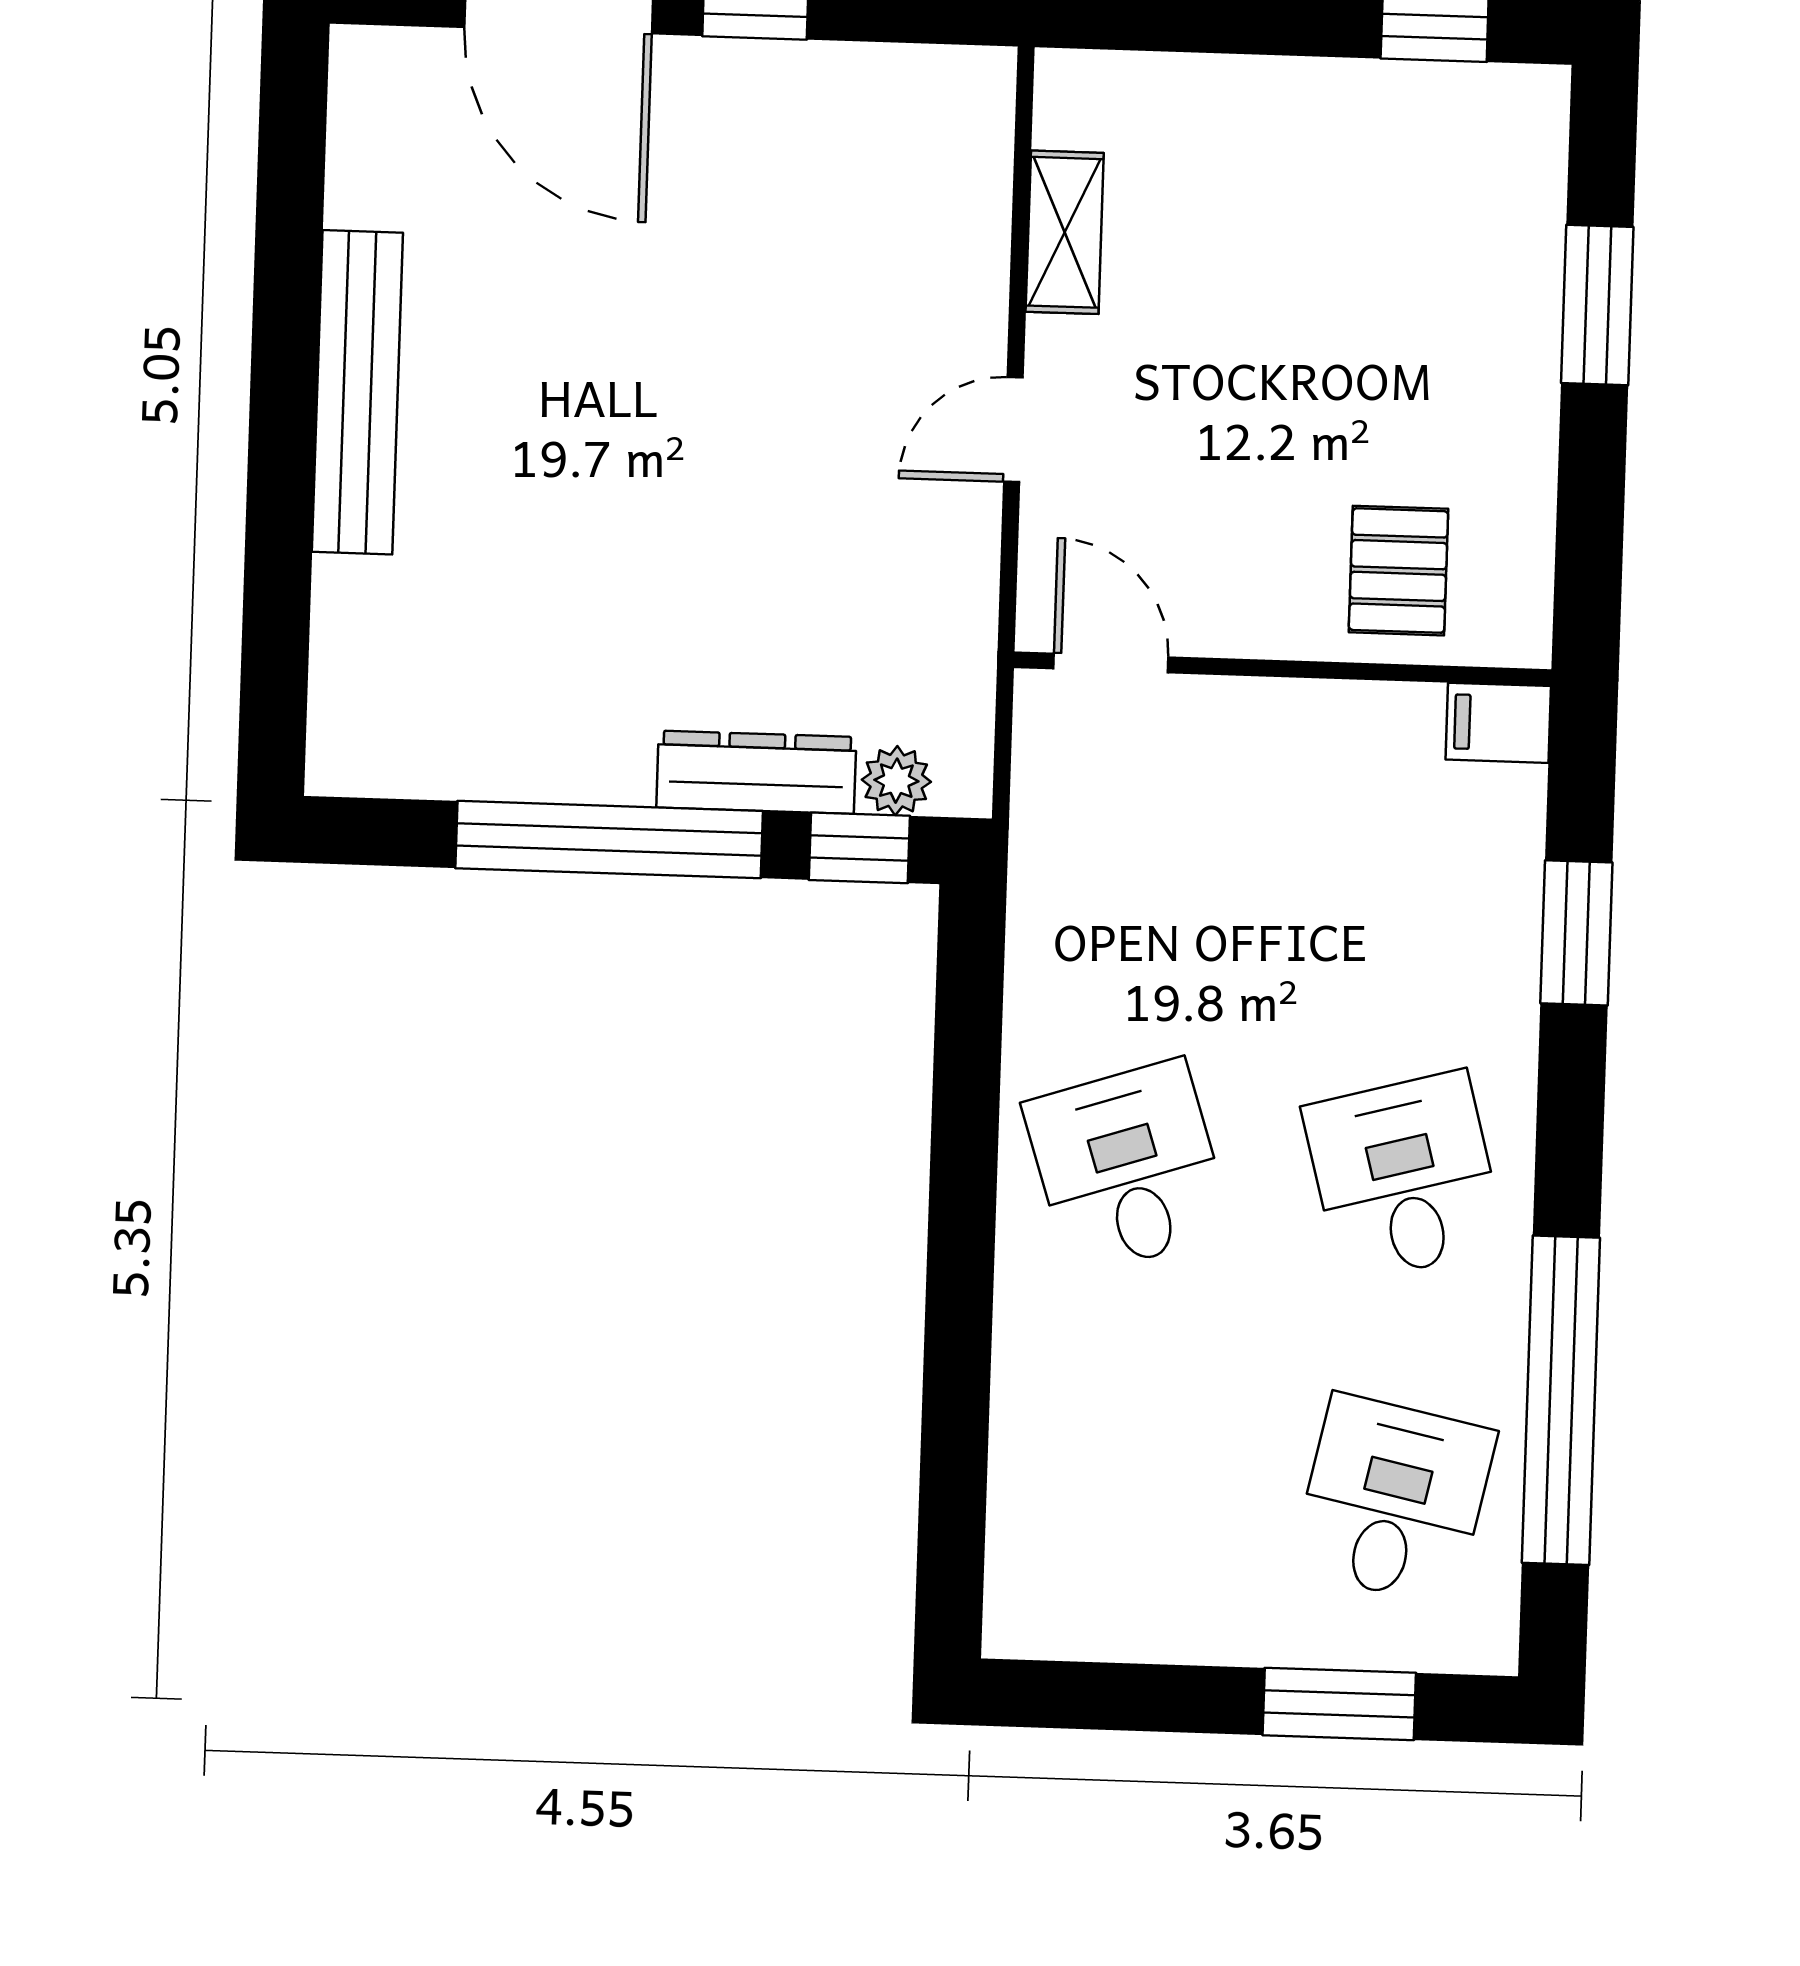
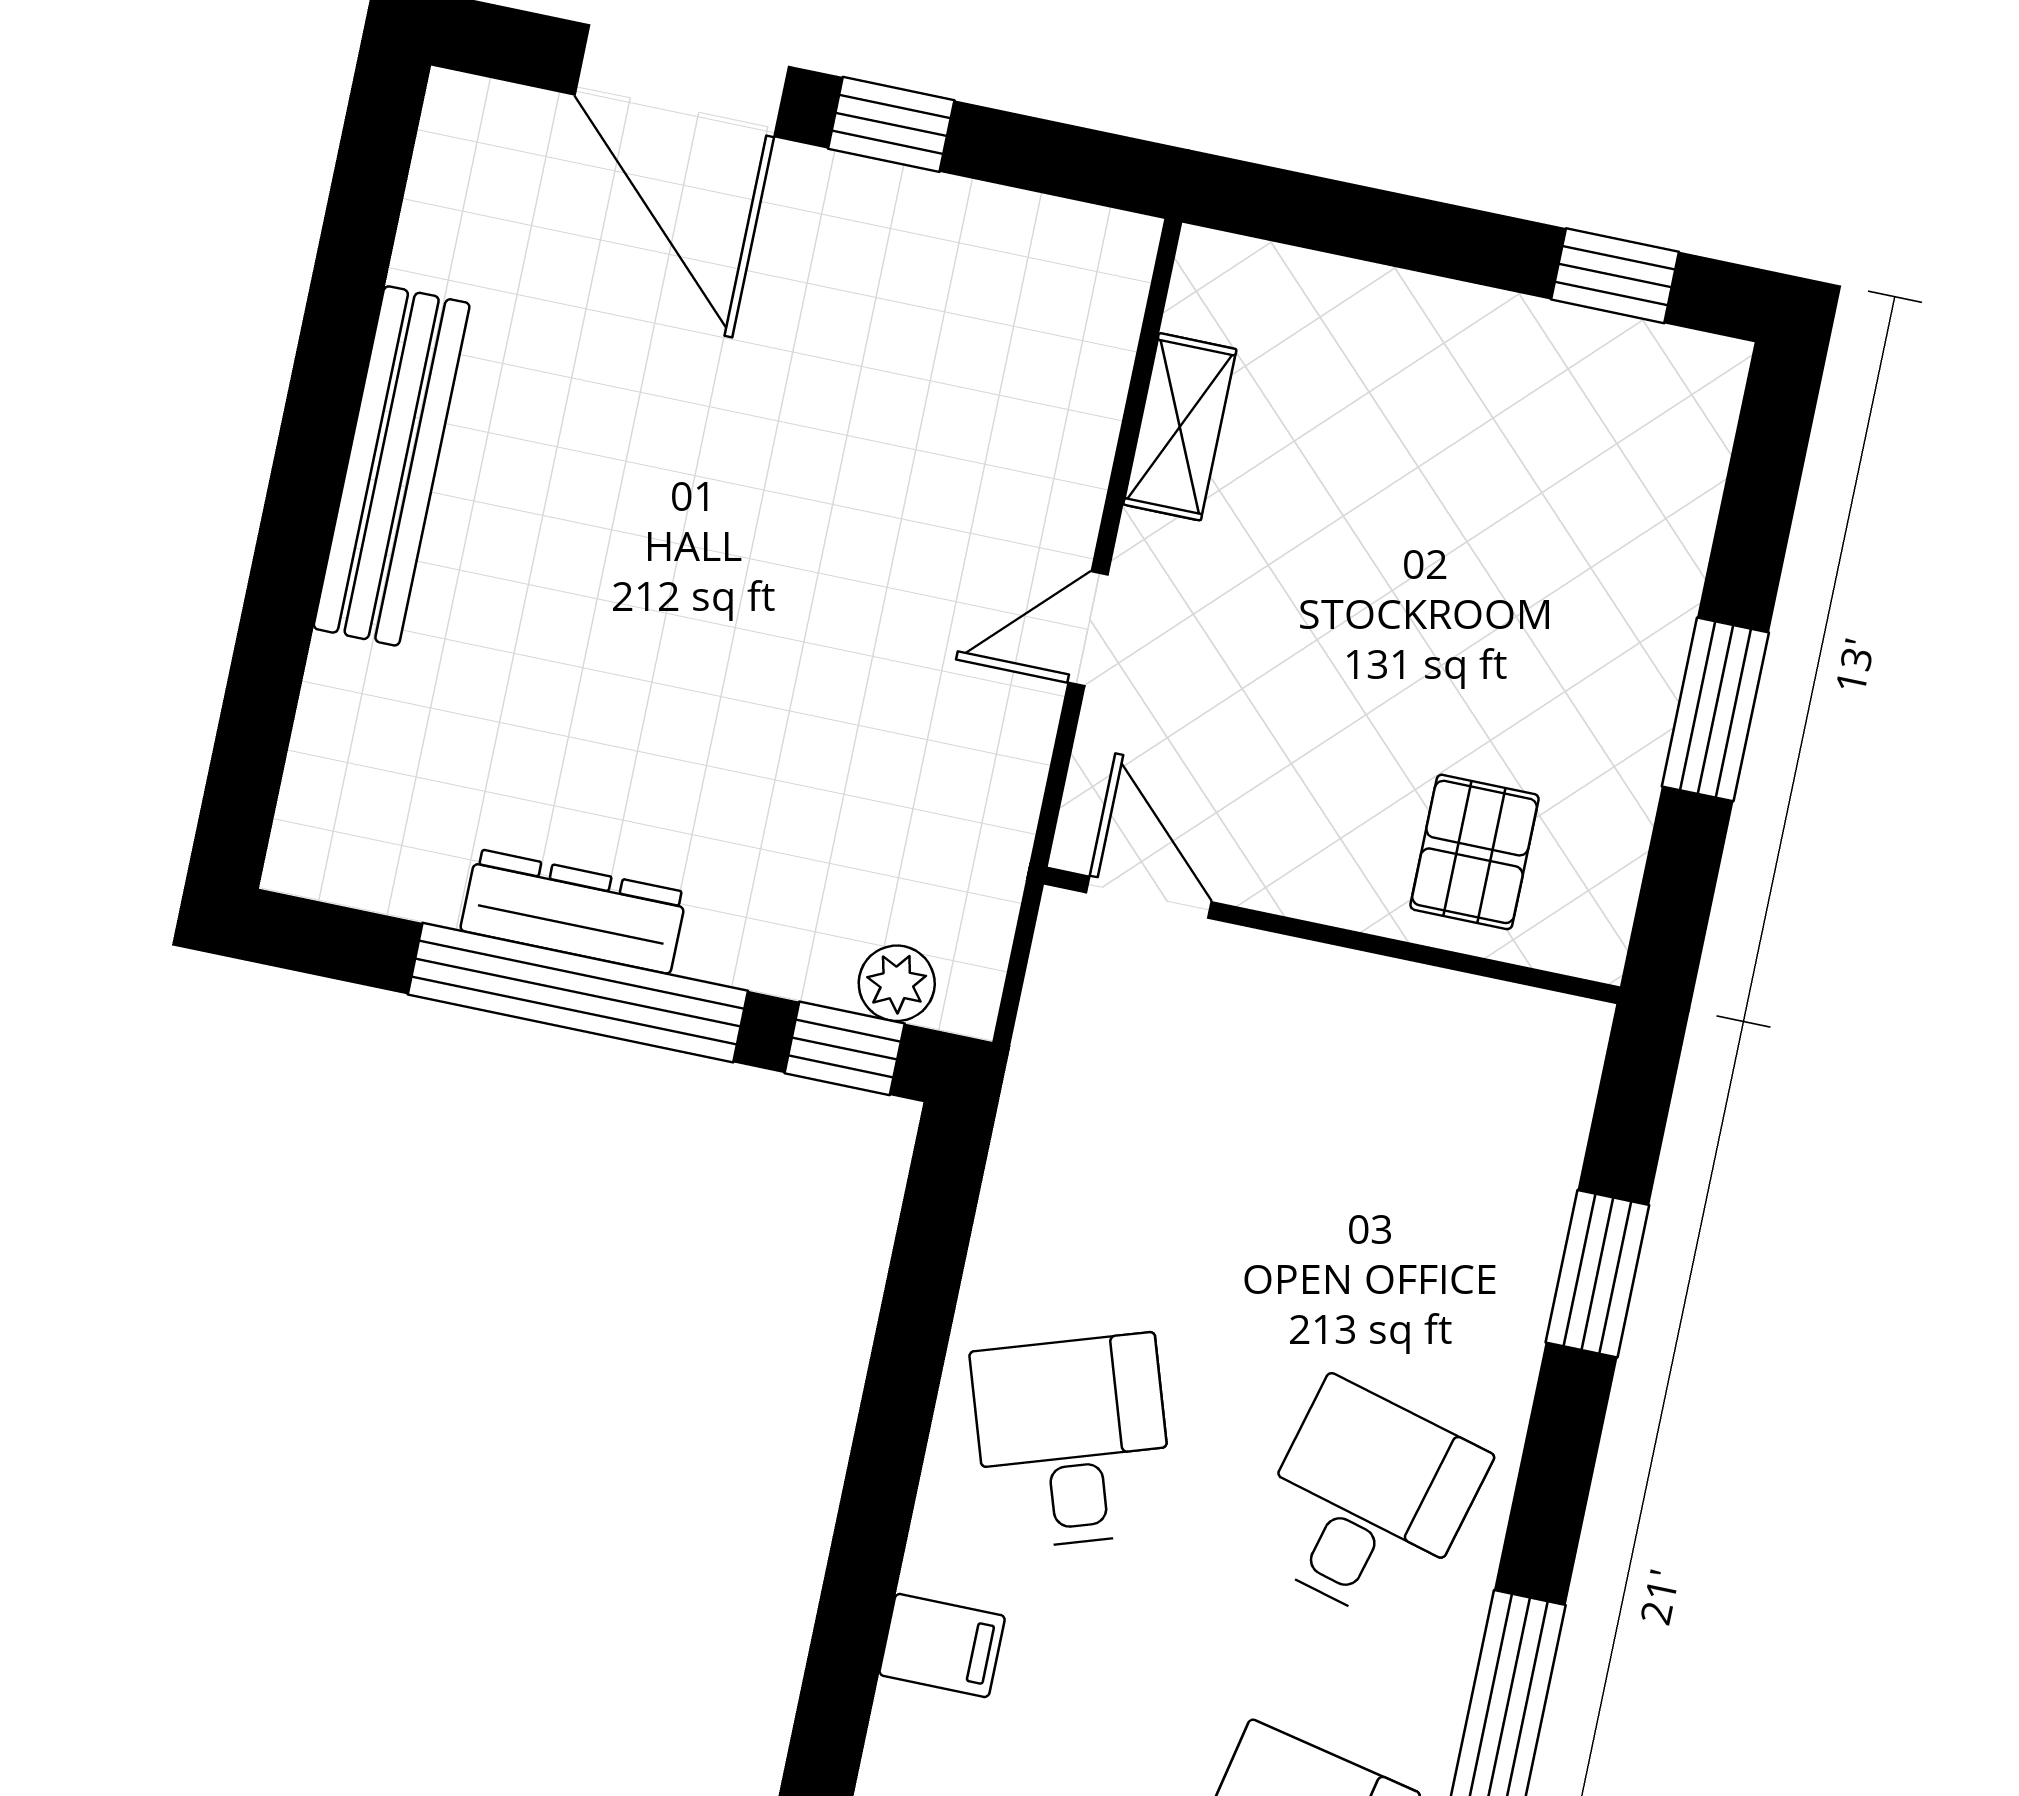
window: (1597, 305) -> (1715, 709), moved
filing cabinet: (1498, 723) -> (942, 1645), moved, turned 180
dresser: (756, 772) -> (574, 911), moved
desk: (1404, 1177) -> (1367, 1503), turned 30

